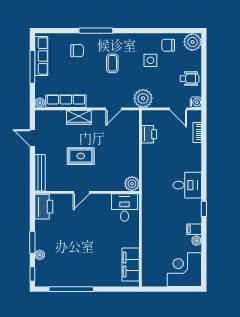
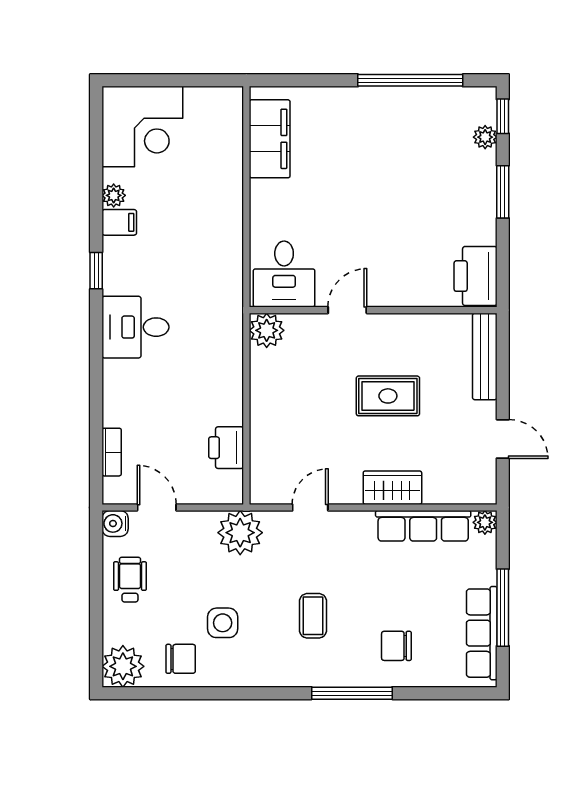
wheelchair: (190, 79) -> (130, 580), turned 90
door: (81, 192) -> (347, 310), moved
plant: (40, 255) -> (485, 137), moved

